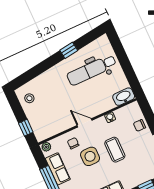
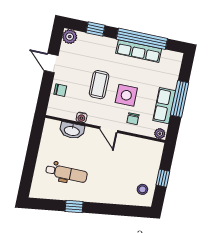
dental chair: (92, 70) -> (66, 173), width x0.73, depth x0.72
washbasin: (124, 97) -> (72, 131), moved
window: (26, 128) -> (163, 178), moved

